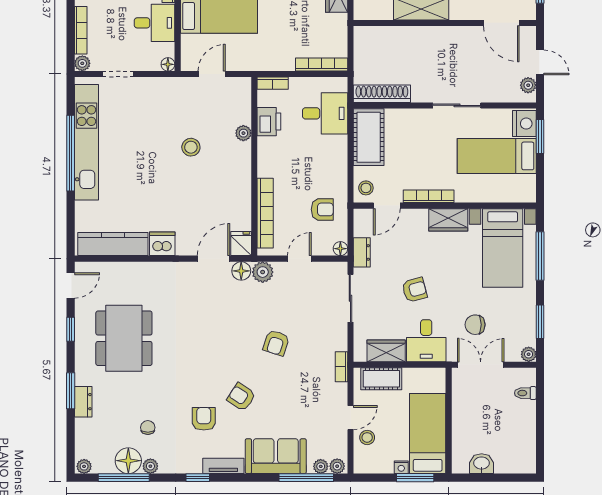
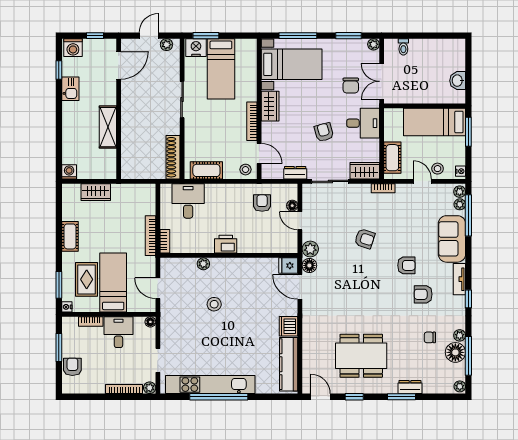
bookcase: (322, 64) -> (150, 236), moved
printer: (269, 122) -> (226, 244), moved
cot: (369, 137) -> (206, 170), width x0.73, depth x0.75
bookcase: (265, 213) -> (265, 247), removed
floor lamp: (340, 249) -> (292, 206), moved
wardrobe: (386, 351) -> (365, 171), moved, turned 90
armchair: (241, 397) -> (406, 265), turned -123
nightstand: (401, 467) -> (460, 171), moved

